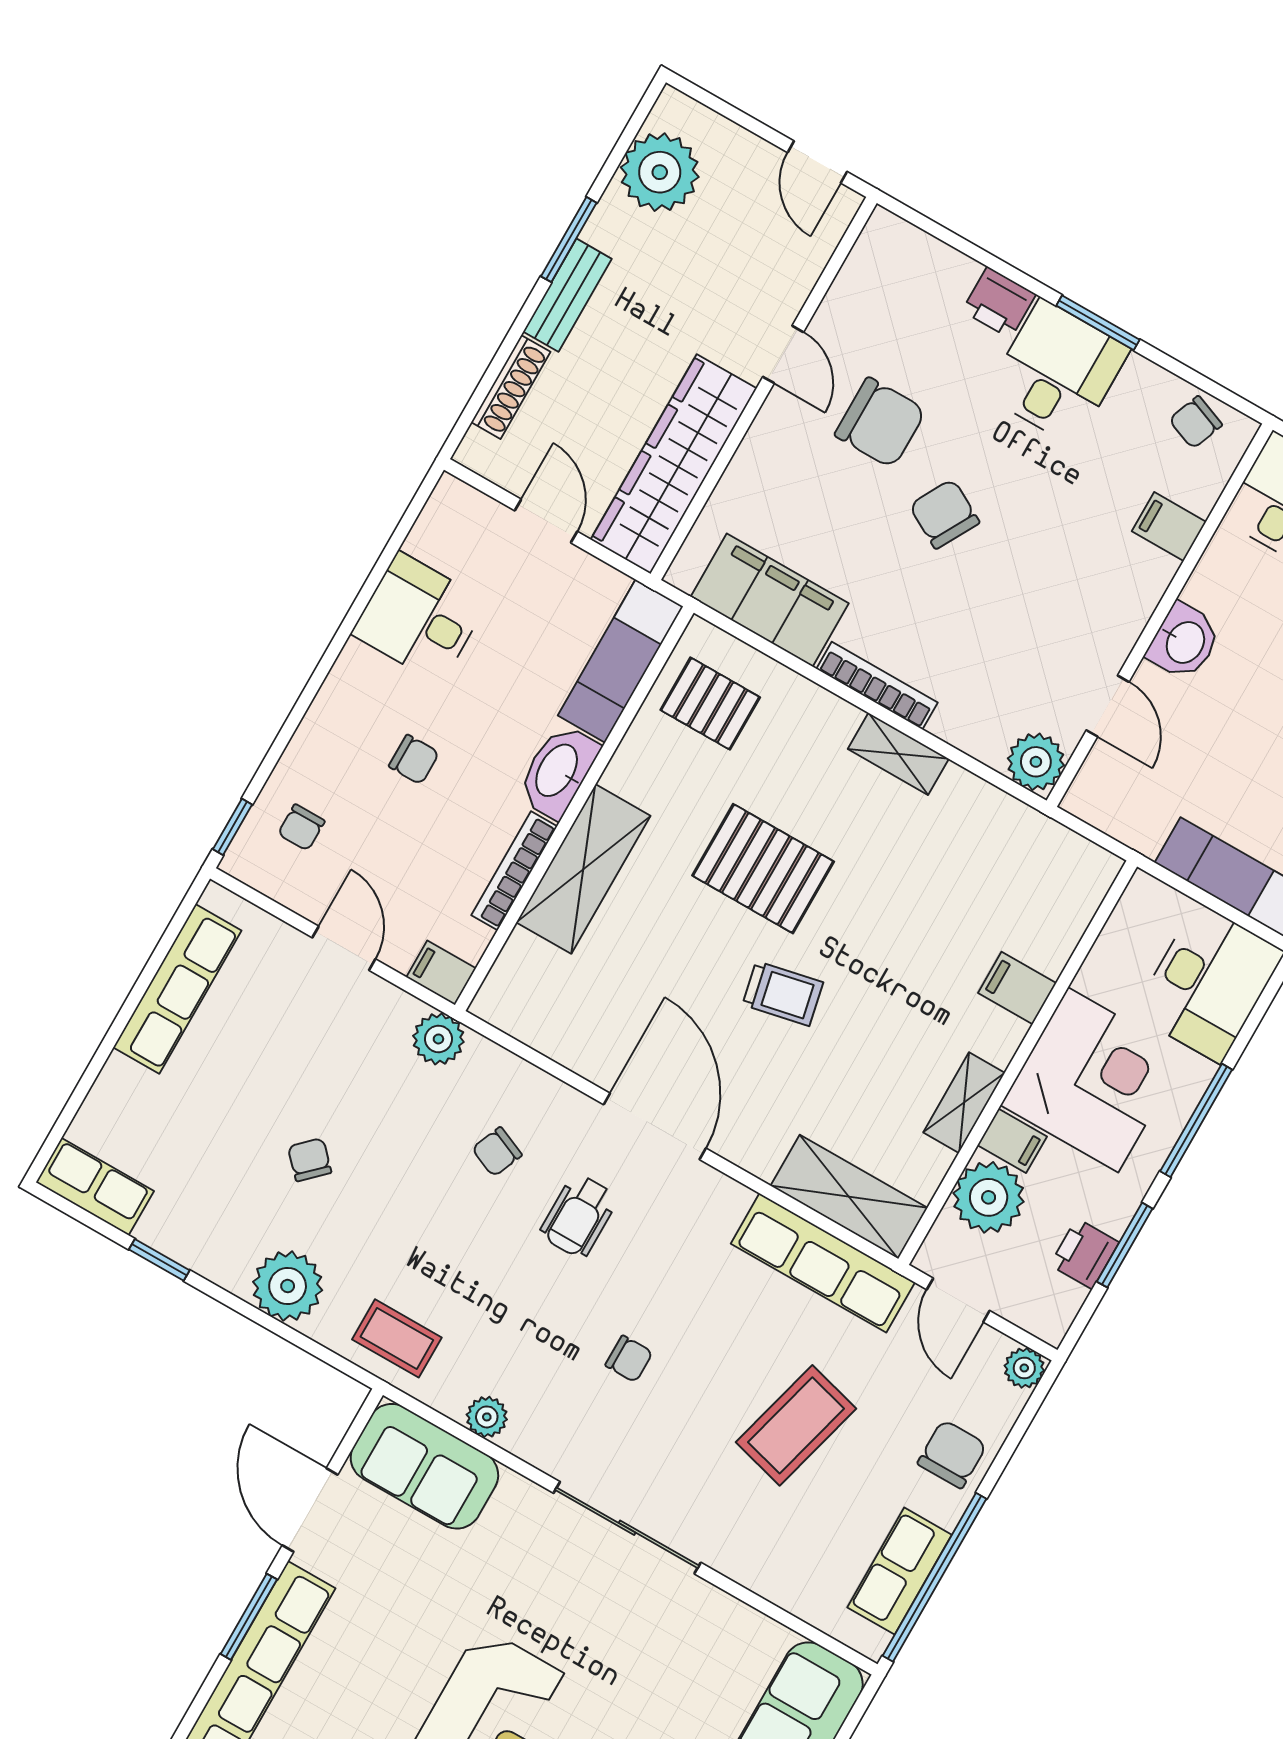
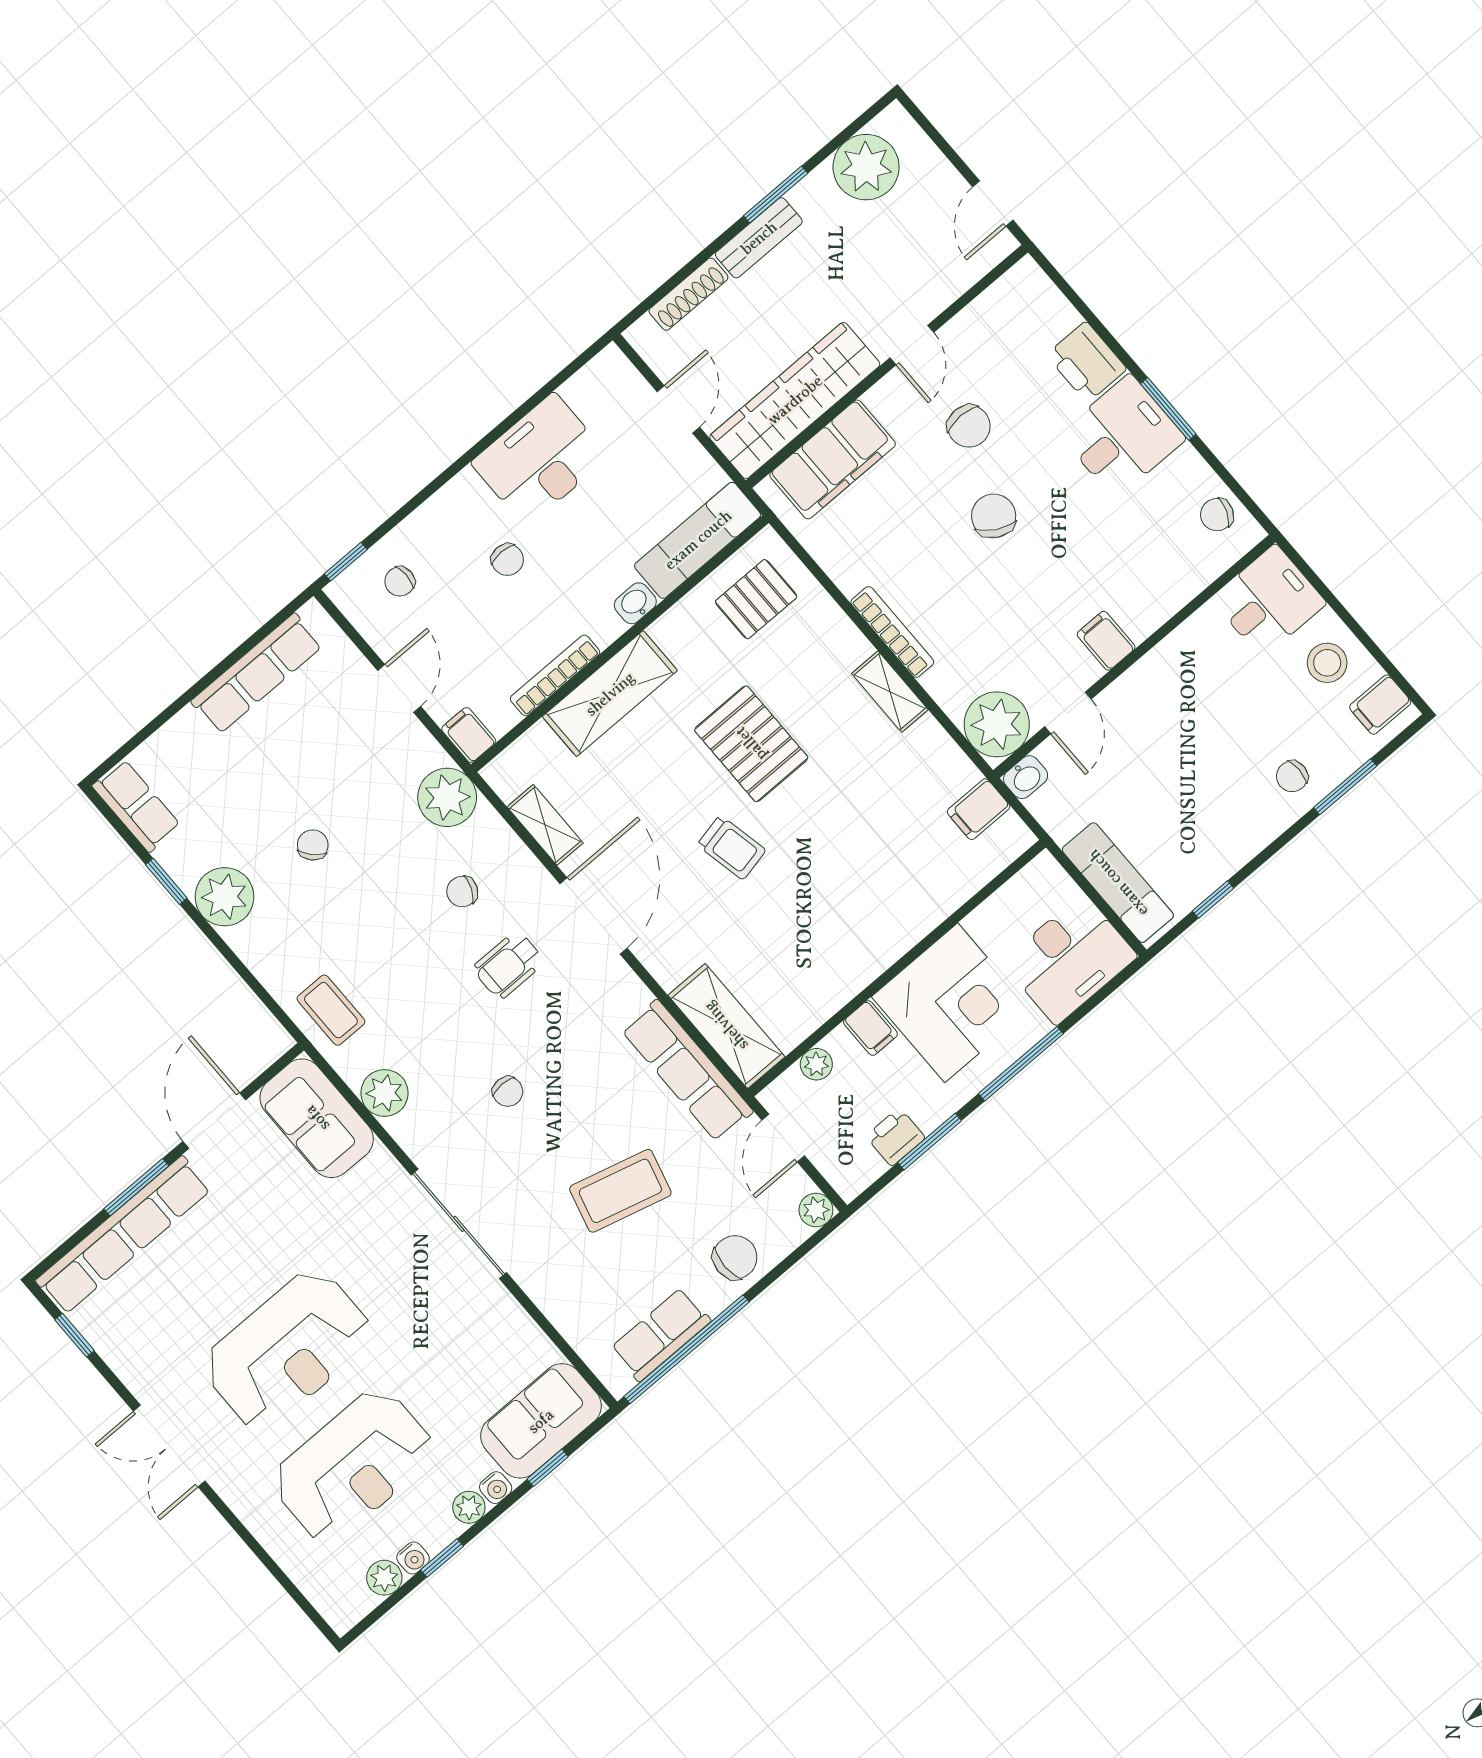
printer: (999, 303) -> (1087, 362), width x1.36, depth x1.24
chair: (880, 423) -> (969, 426), width x0.73, depth x0.73
filing cabinet: (1169, 526) -> (1106, 641), moved
filing cabinet: (770, 600) -> (833, 459), moved, turned 90
desk: (419, 618) -> (540, 460), width x1.37
washbasin: (1184, 642) -> (1026, 777), moved, width x0.72, depth x0.69
pallet: (710, 704) -> (756, 599), turned 90
plant: (1036, 762) -> (997, 724), width x1.36, depth x1.36
washbasin: (558, 771) -> (635, 603), width x0.52, depth x0.69
filing cabinet: (1017, 988) -> (979, 809), moved, turned -90
plant: (438, 1039) -> (447, 797), width x1.36, depth x1.36
shelving: (964, 1103) -> (545, 825), moved, turned 90
plant: (989, 1197) -> (816, 1064), width x0.53, depth x0.53
plant: (288, 1286) -> (224, 897), moved
plant: (487, 1417) -> (384, 1093), width x1.38, depth x1.38

